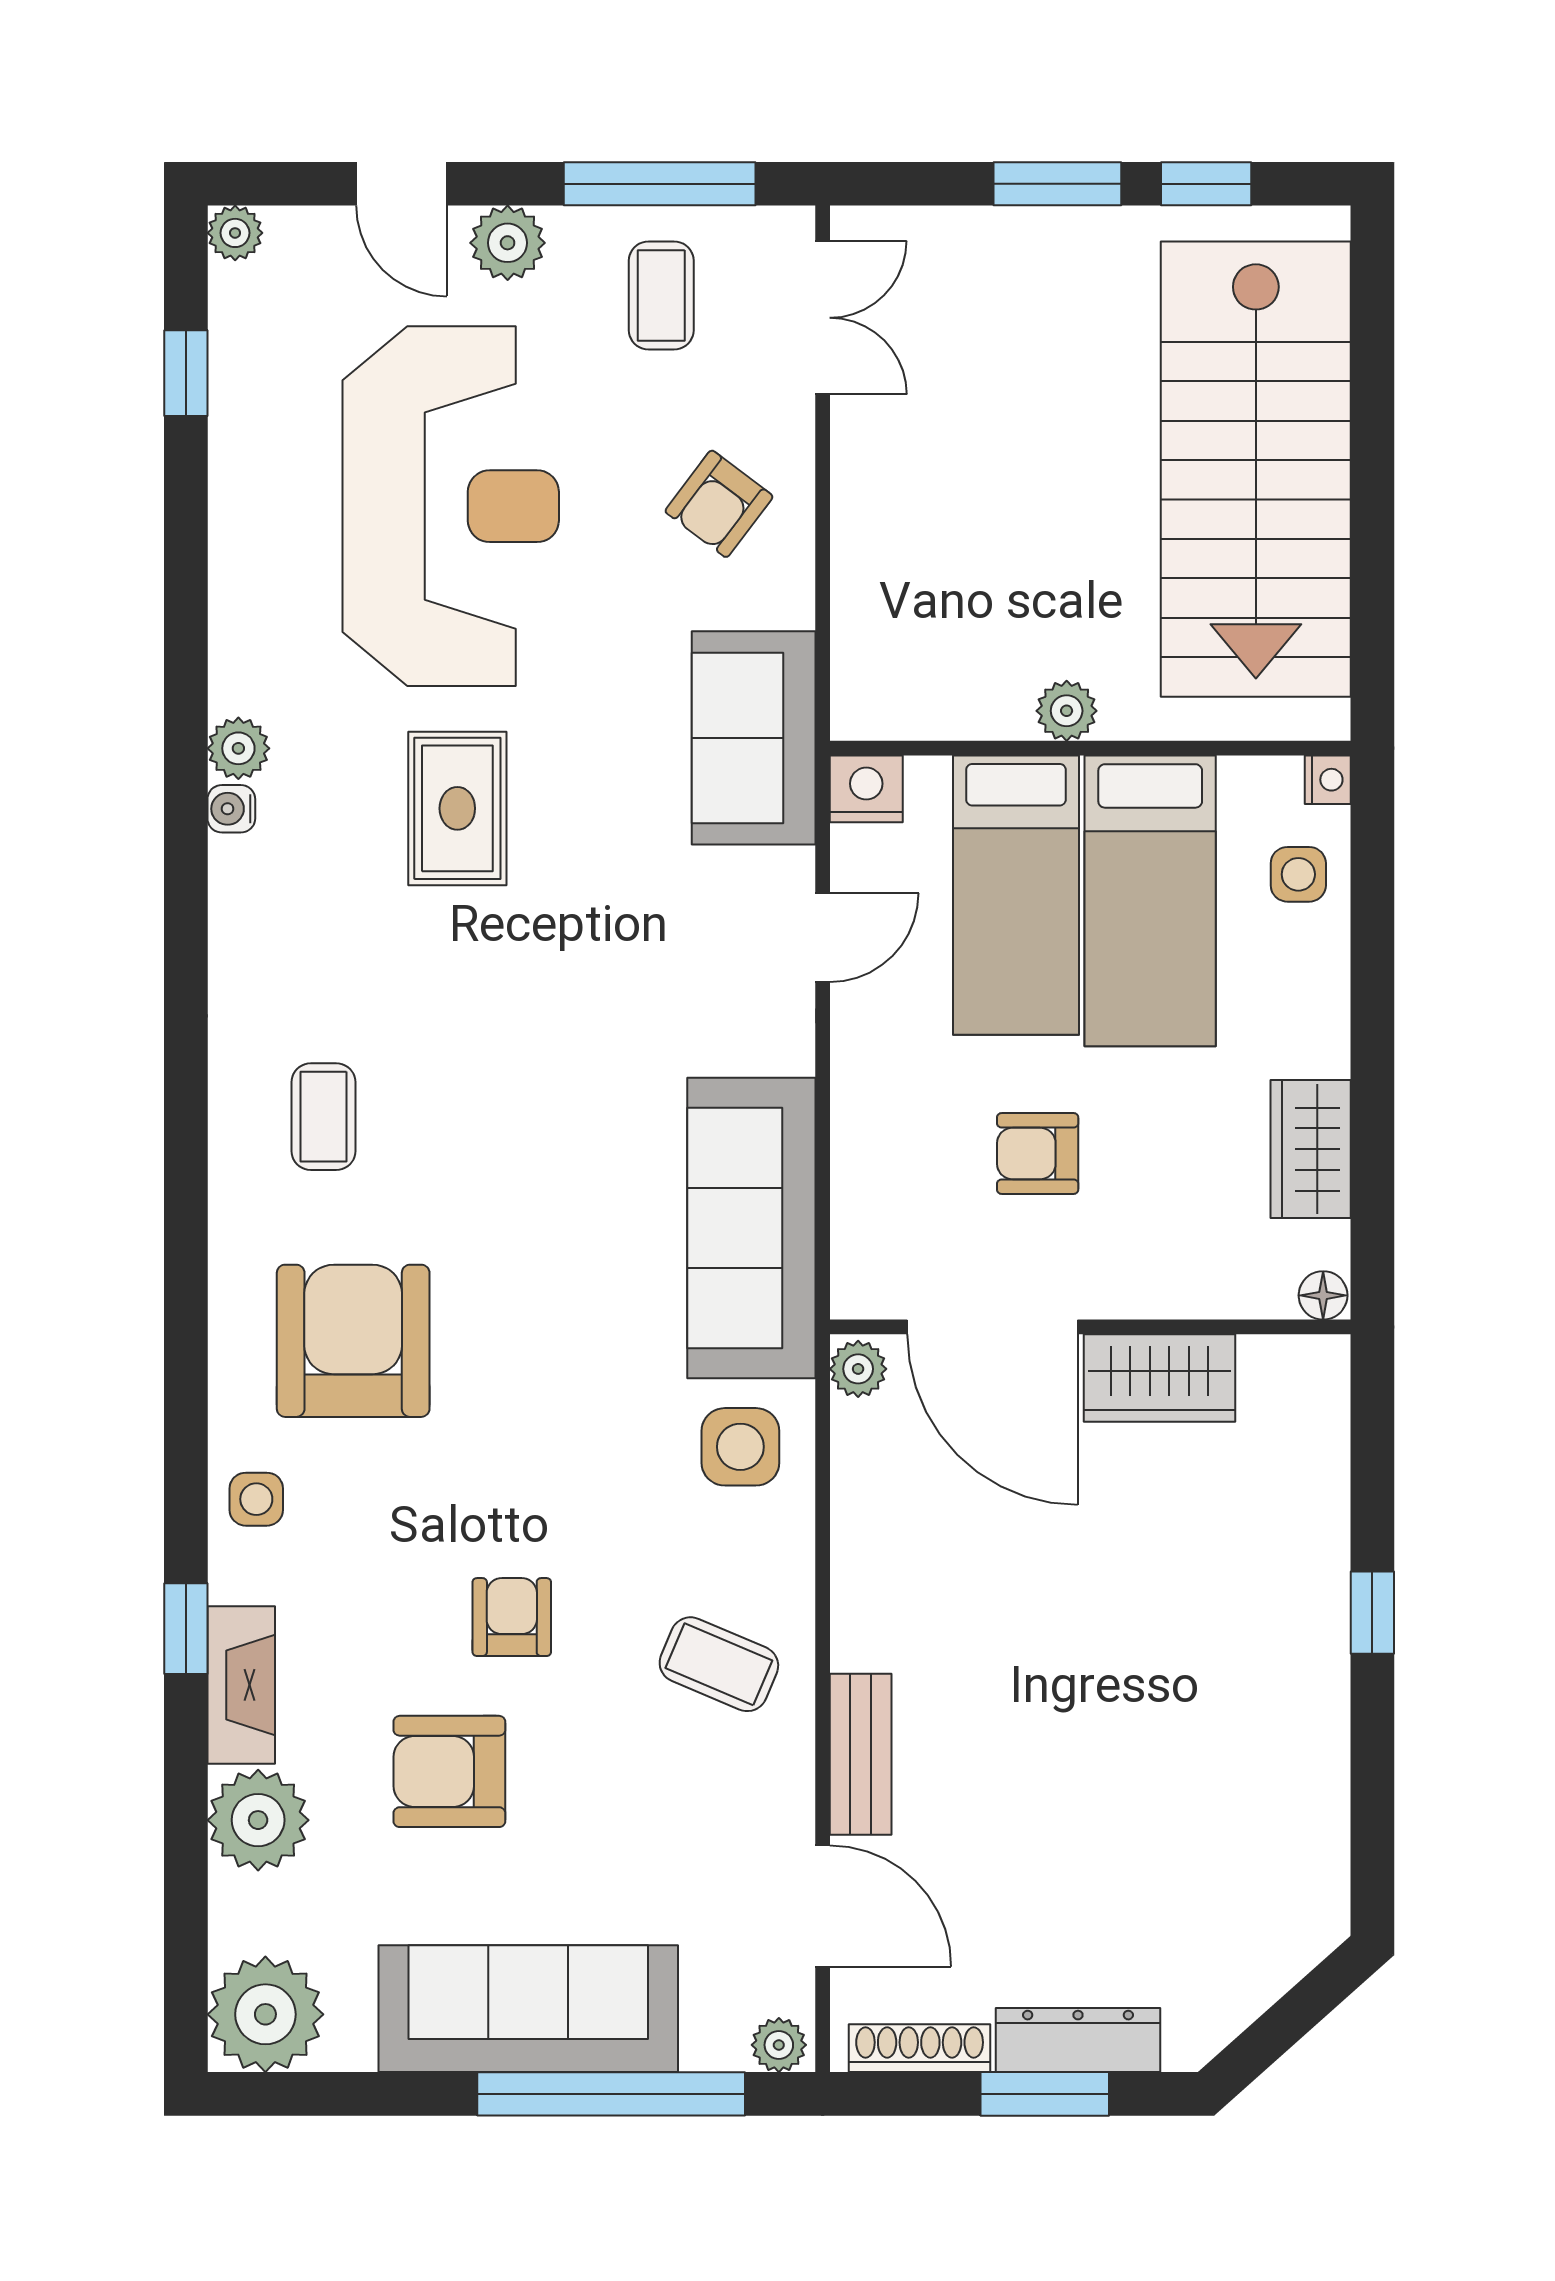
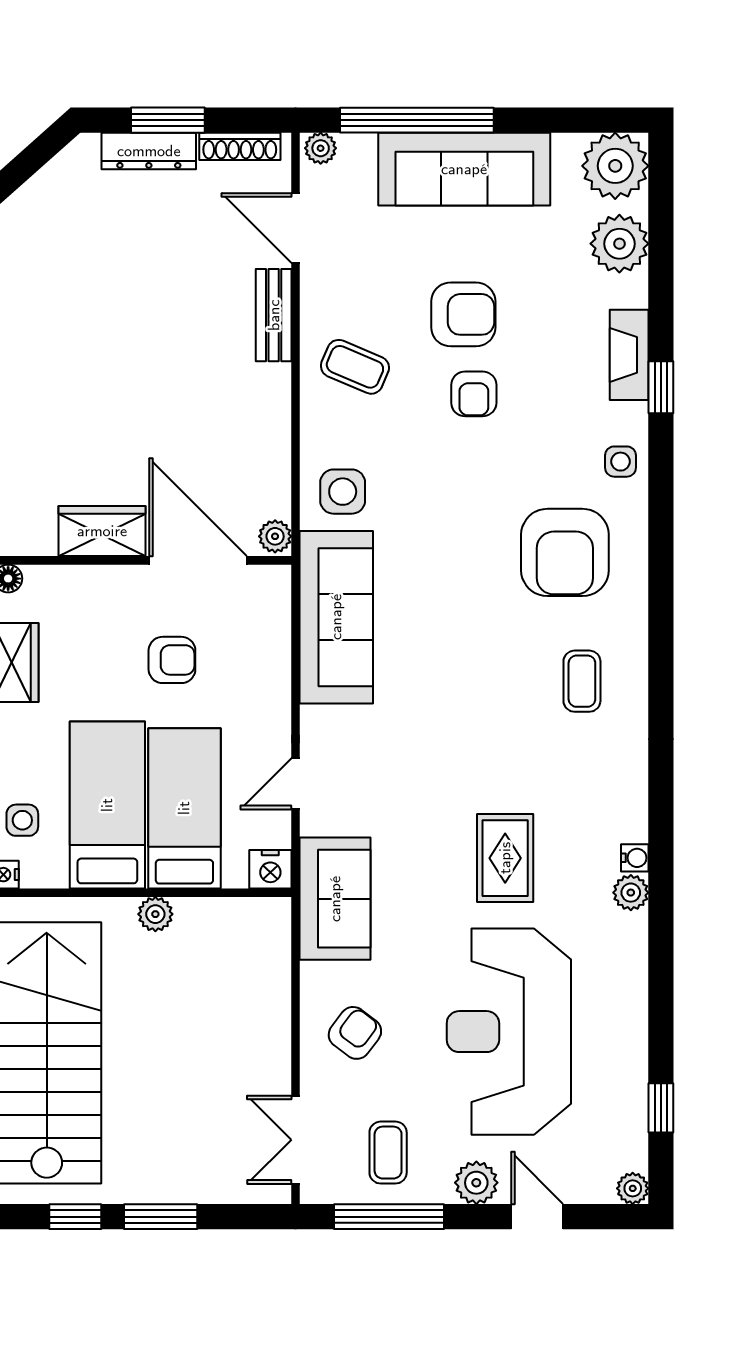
armchair: (449, 1771) -> (463, 314), moved
plant: (258, 1820) -> (619, 244), moved

